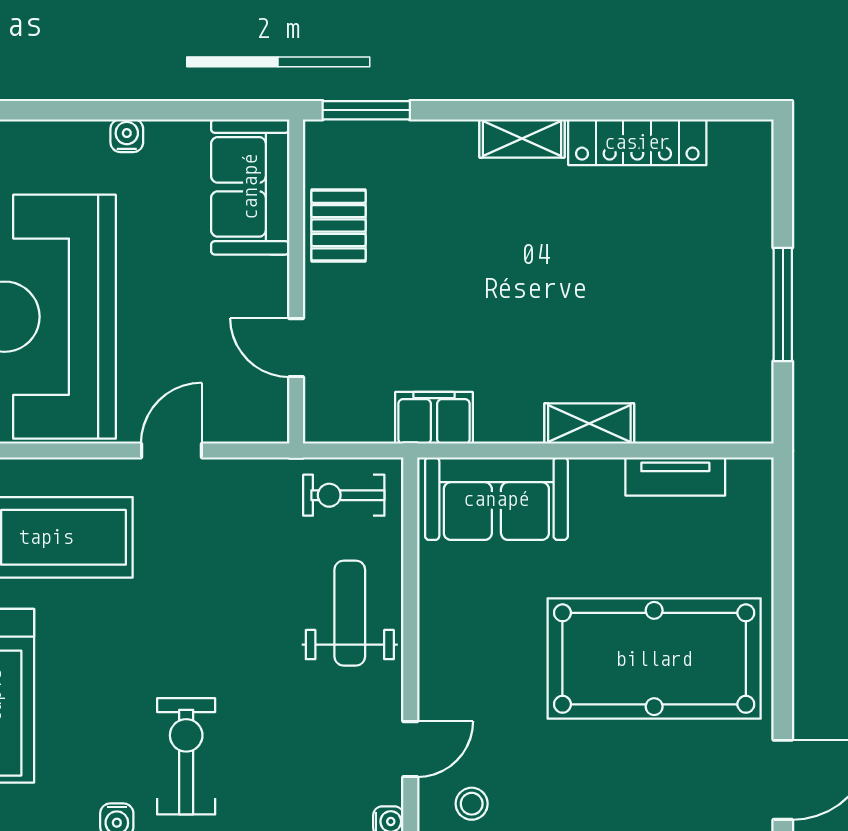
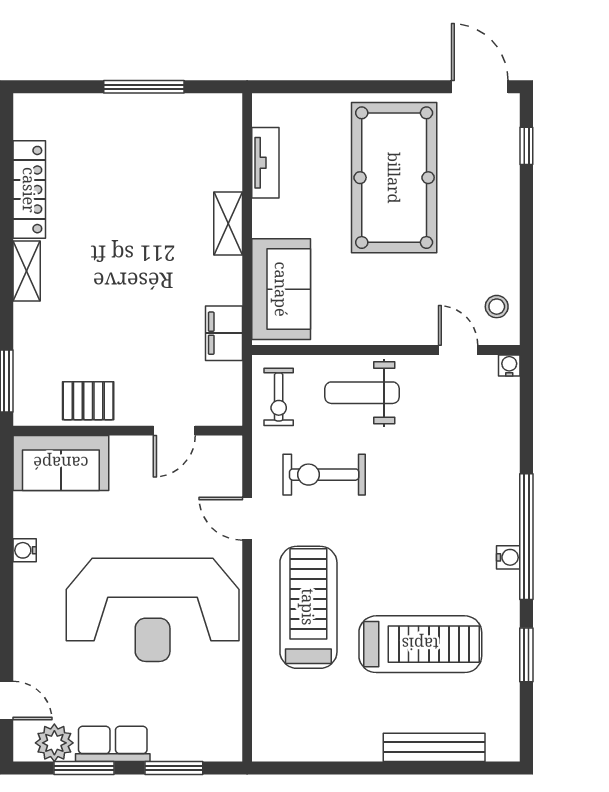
exercise bike: (186, 756) -> (324, 475), moved

